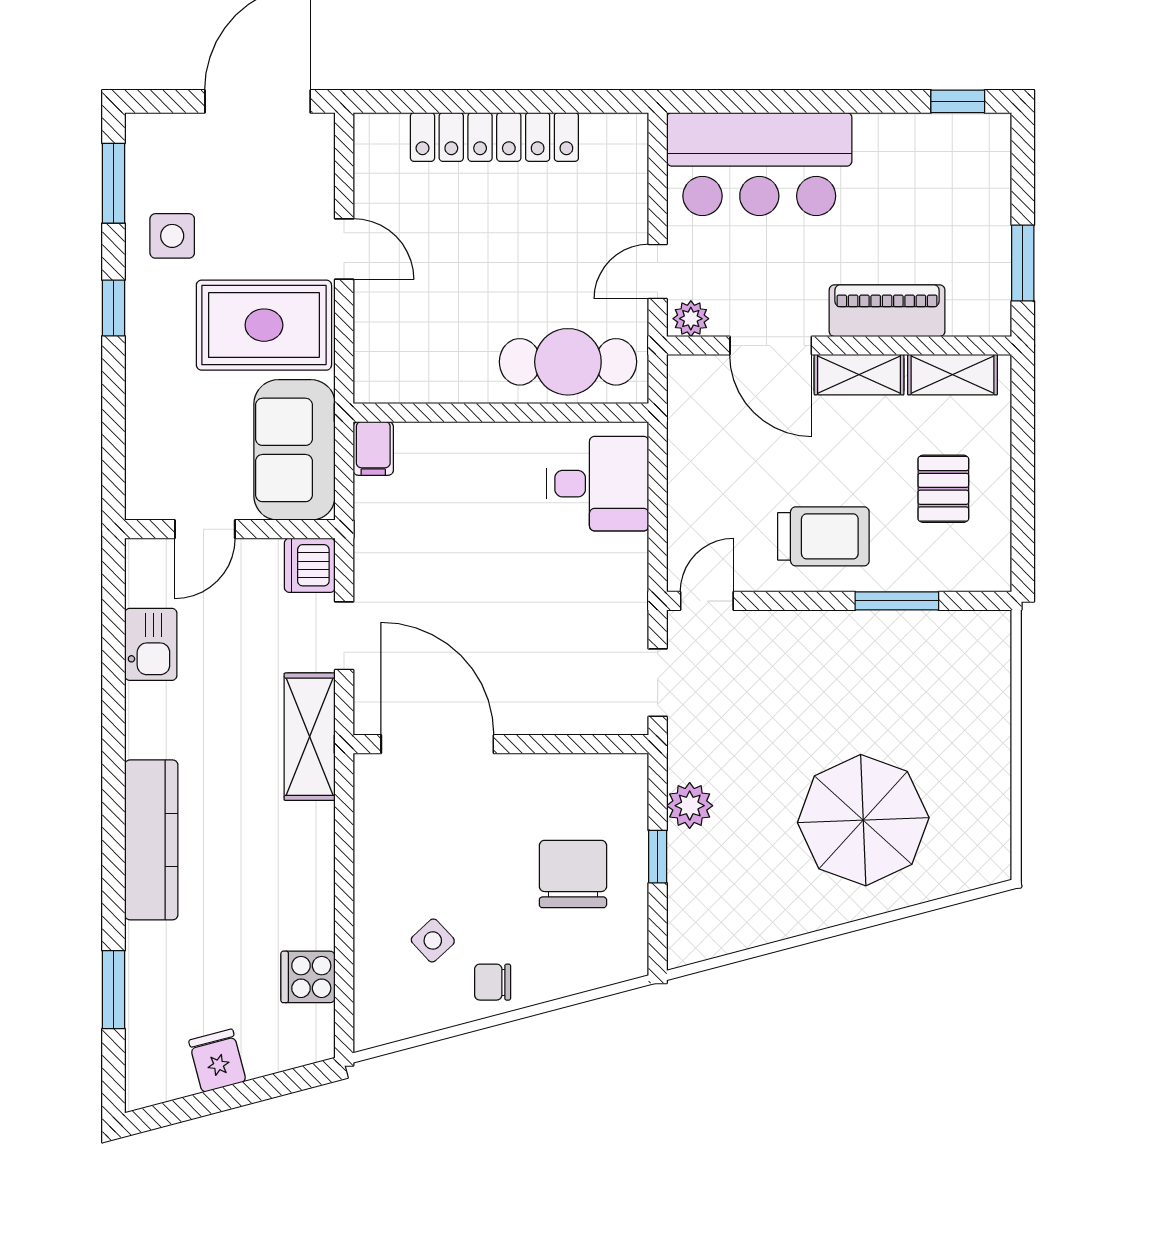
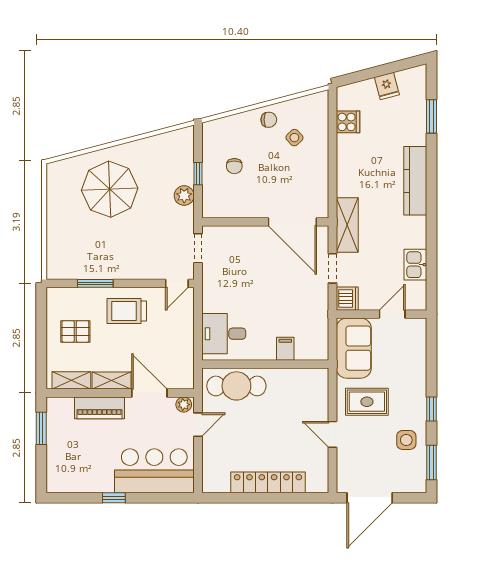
window: (958, 101) -> (114, 498), moved
rug: (264, 325) -> (367, 402), width x0.73, depth x0.70
filing cabinet: (373, 448) -> (285, 349), moved
pallet: (943, 489) -> (75, 331), turned 90
chair: (573, 874) -> (234, 166), width x0.54, depth x0.54

